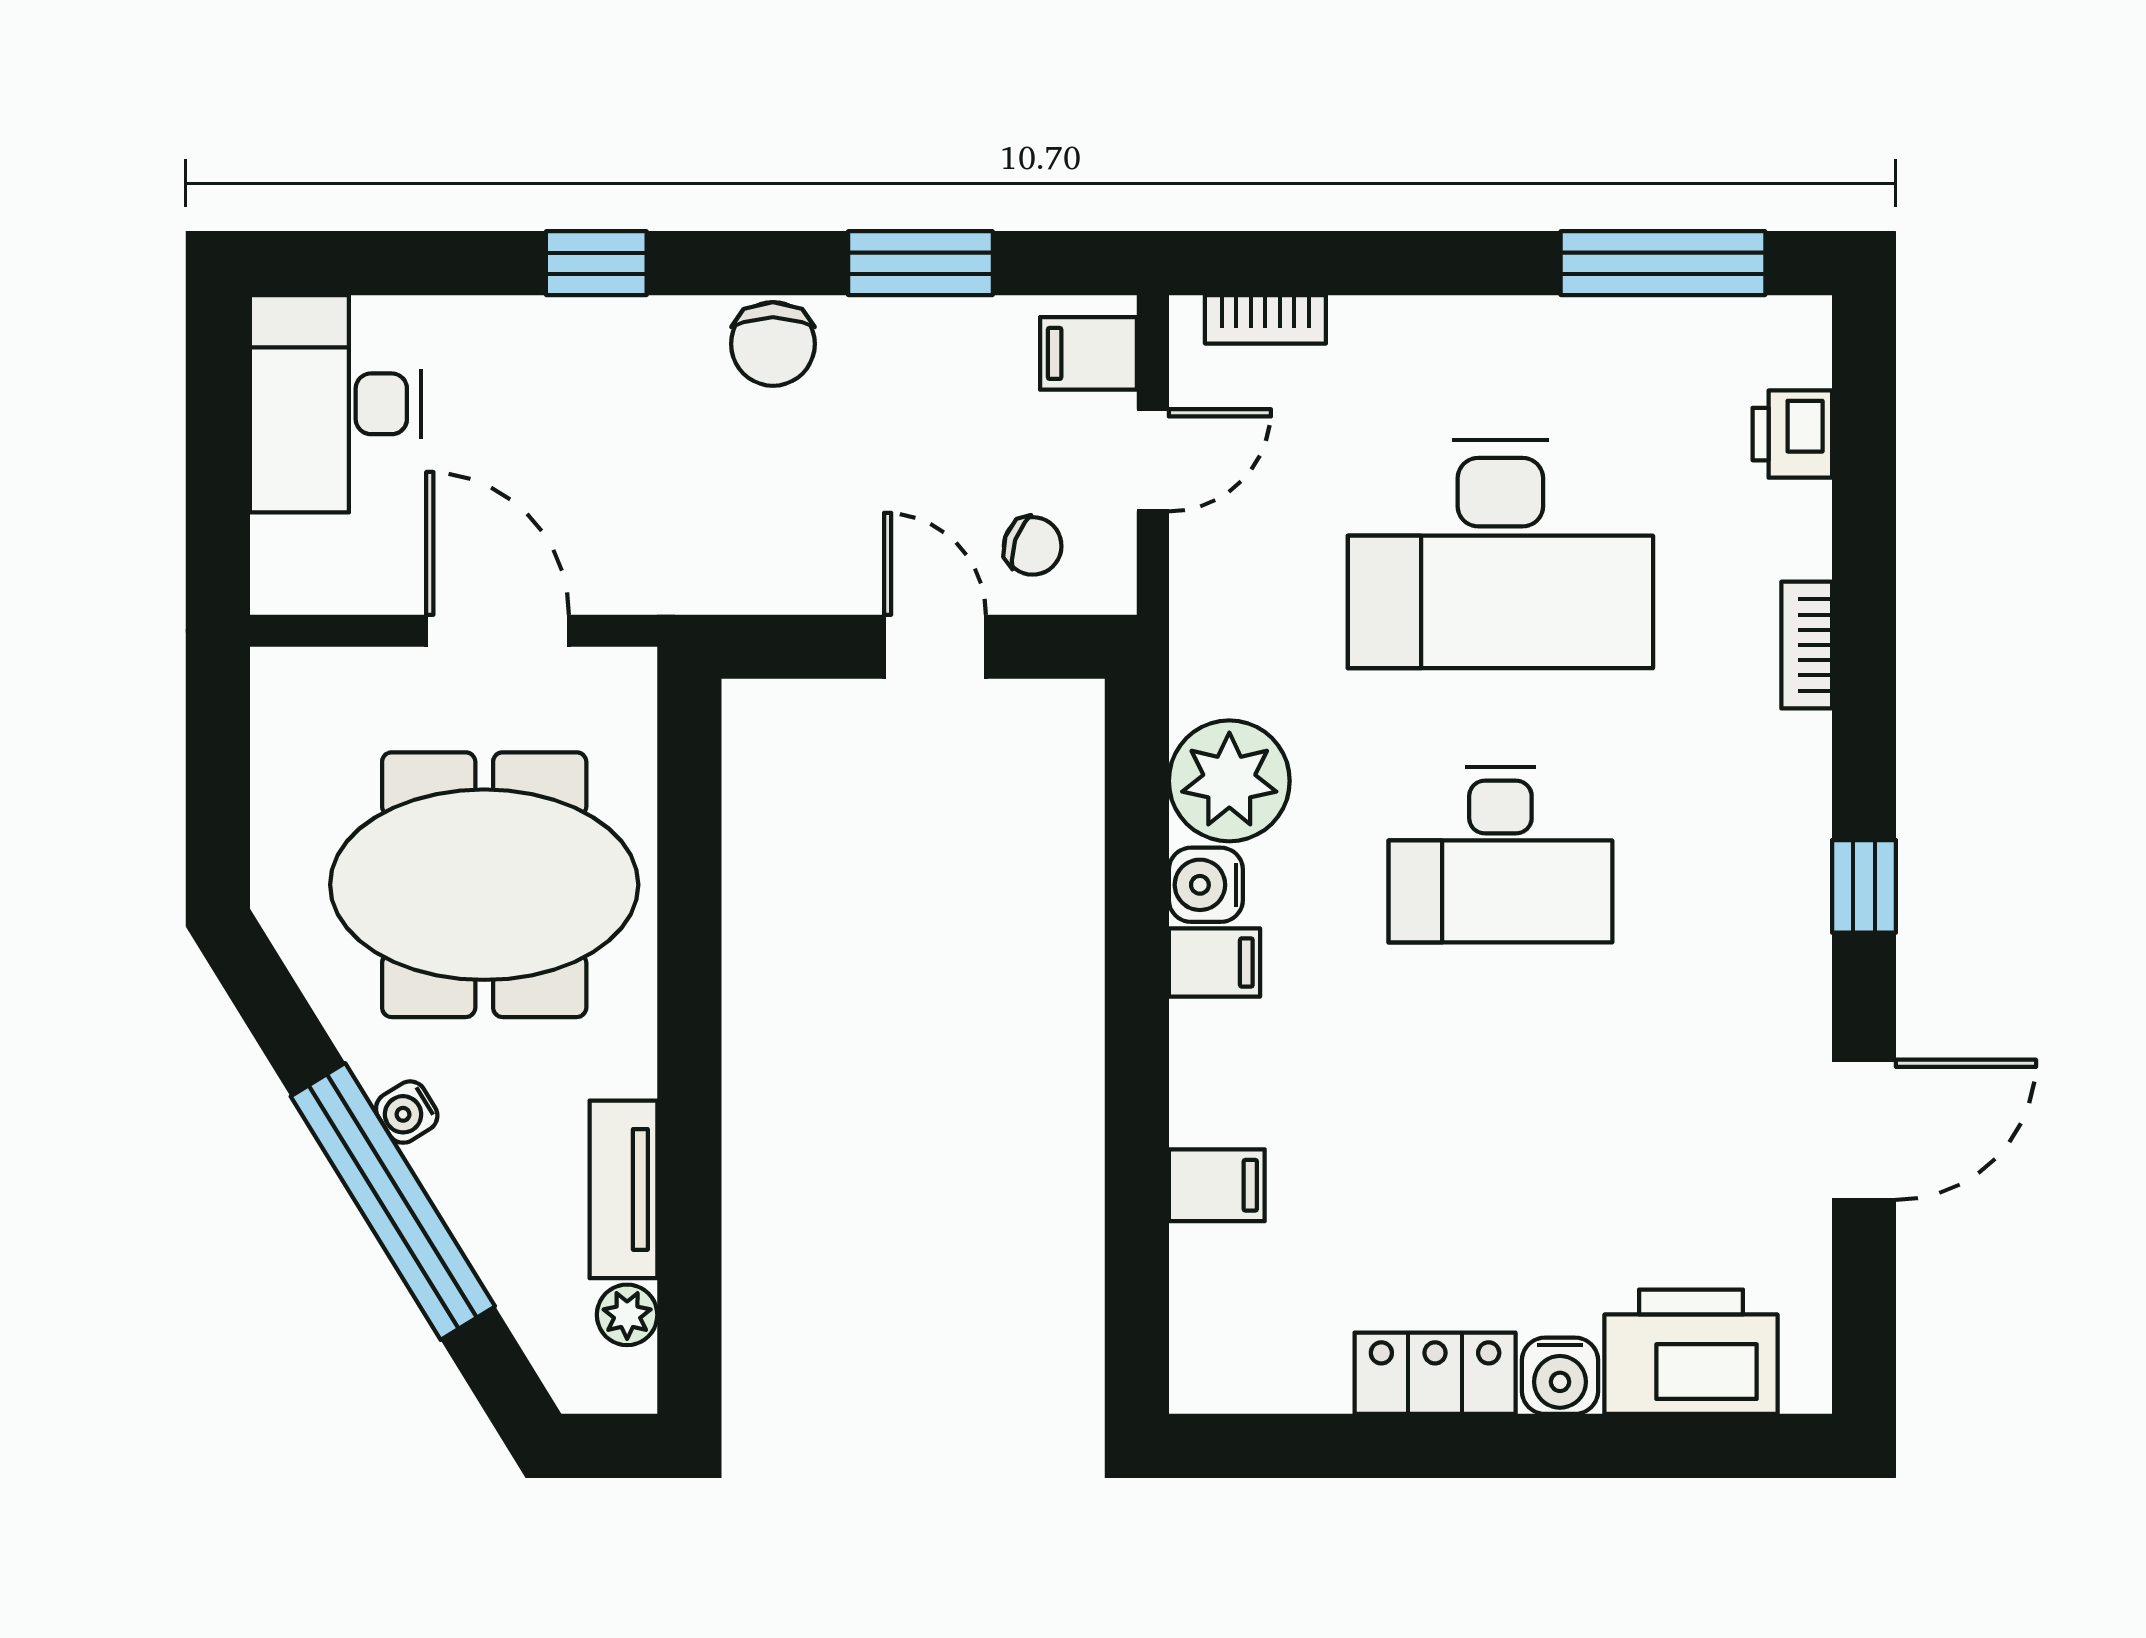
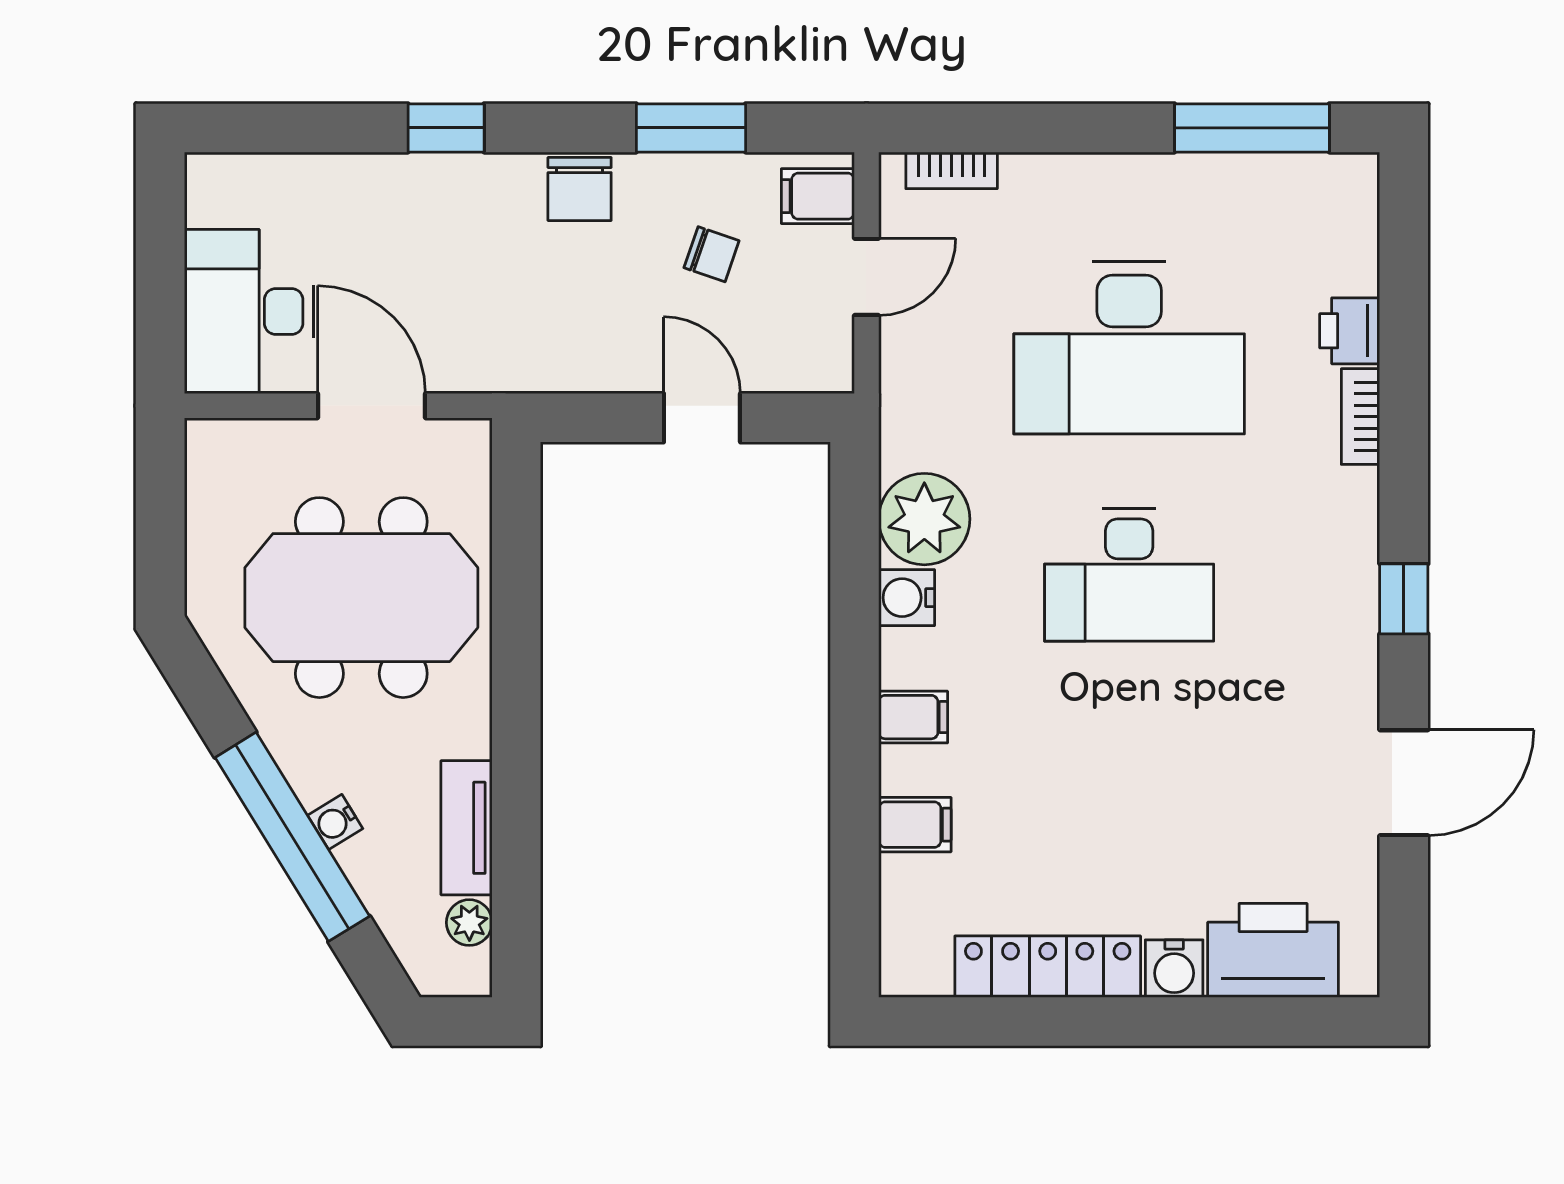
desk: (335, 404) -> (249, 311), moved
printer: (1792, 434) -> (1350, 331), moved
chair: (1033, 546) -> (712, 254), moved
filing cabinet: (1214, 962) -> (913, 717), moved
water cooler: (407, 1112) -> (335, 822), moved
locker: (1435, 1373) -> (1048, 967), width x1.53

